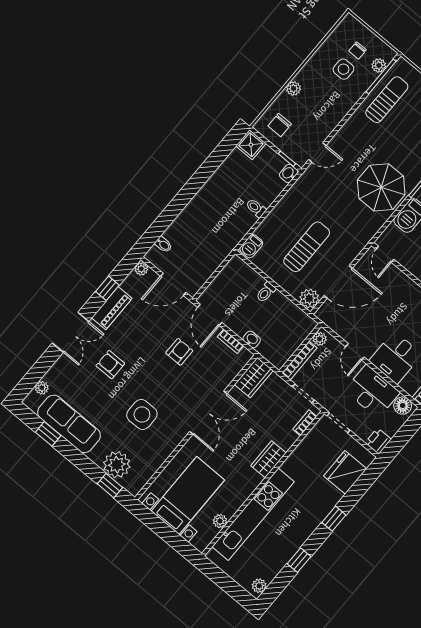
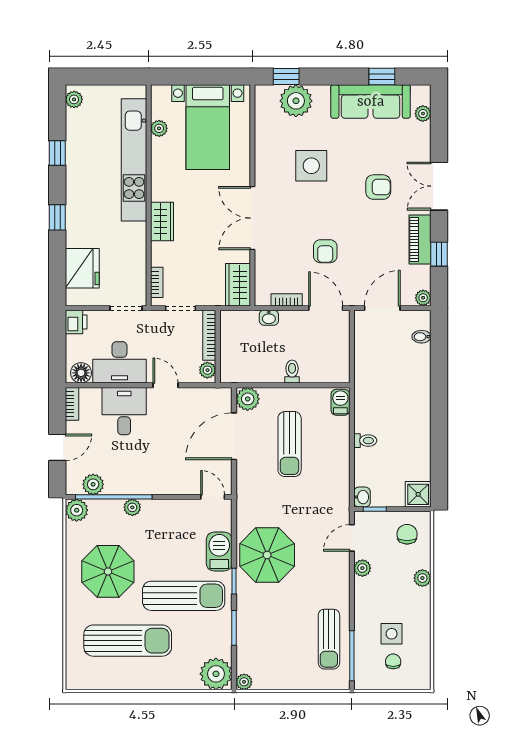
plant: (379, 65) -> (362, 568), moved

